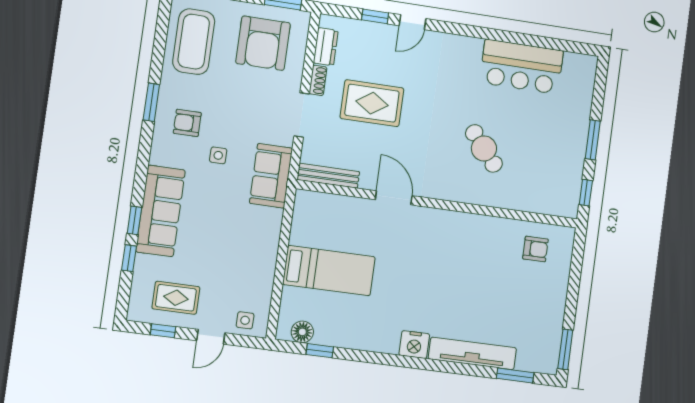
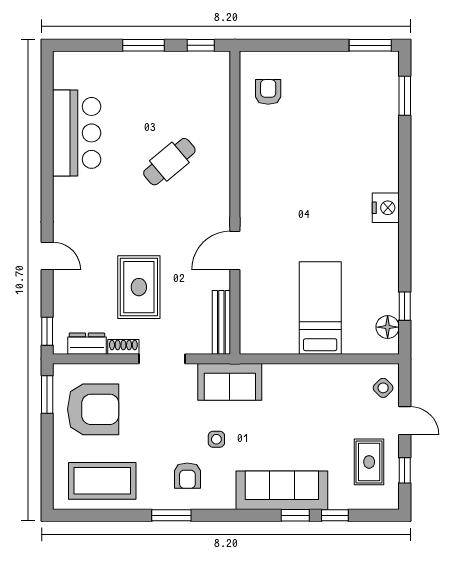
window: (375, 16) -> (47, 331), moved
side table: (245, 320) -> (383, 388), turned 45
tv unit: (472, 353) -> (387, 145), removed

